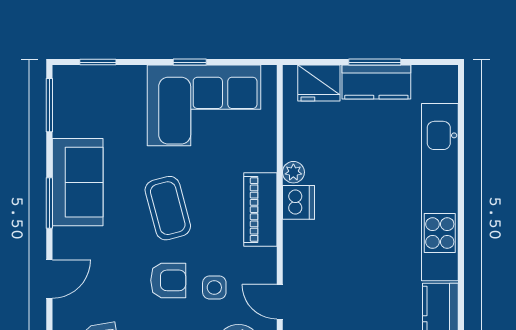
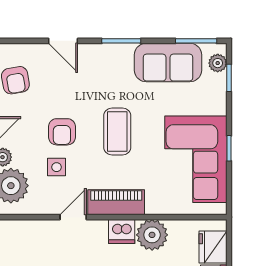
plant: (78, 77) -> (218, 63), added
plant: (293, 172) -> (152, 235), width x1.87, depth x1.87
sofa: (78, 182) -> (168, 63), moved
coffee table: (168, 208) -> (117, 131), turned -75
door: (280, 302) -> (73, 217), moved

